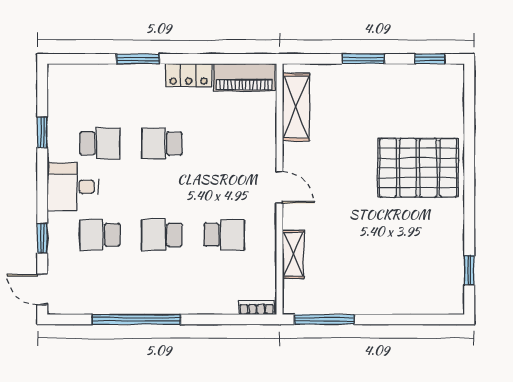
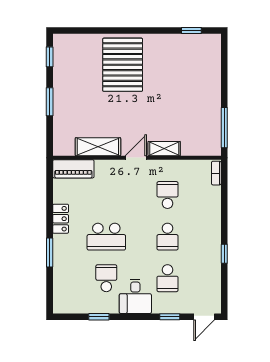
piano: (244, 77) -> (73, 169), moved, turned 90
shelving: (296, 107) -> (98, 147), moved
school desk: (162, 143) -> (106, 237), width x1.85
shelving: (293, 254) -> (164, 149), moved
window: (136, 319) -> (224, 254), width x0.32

